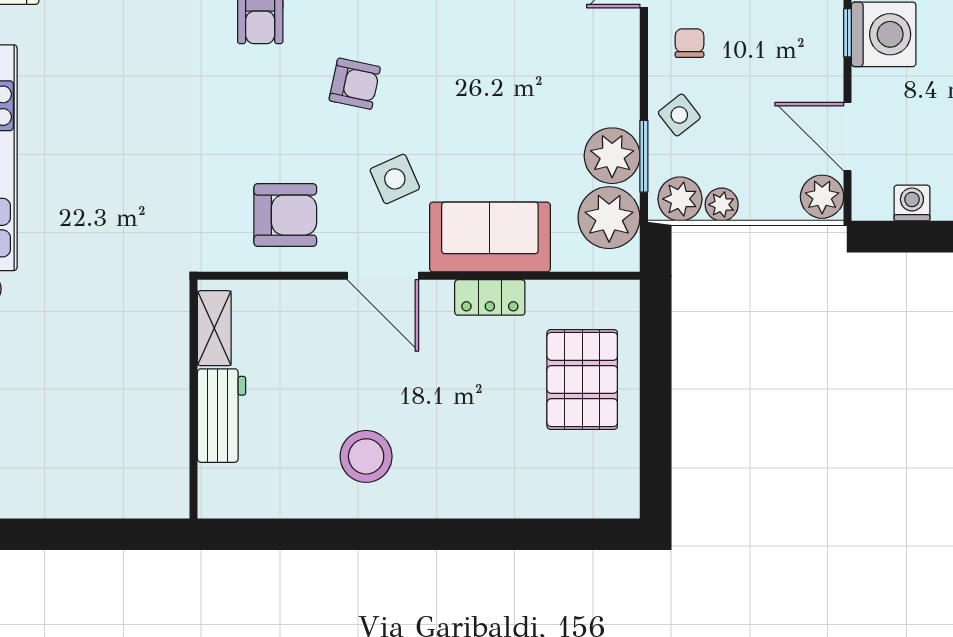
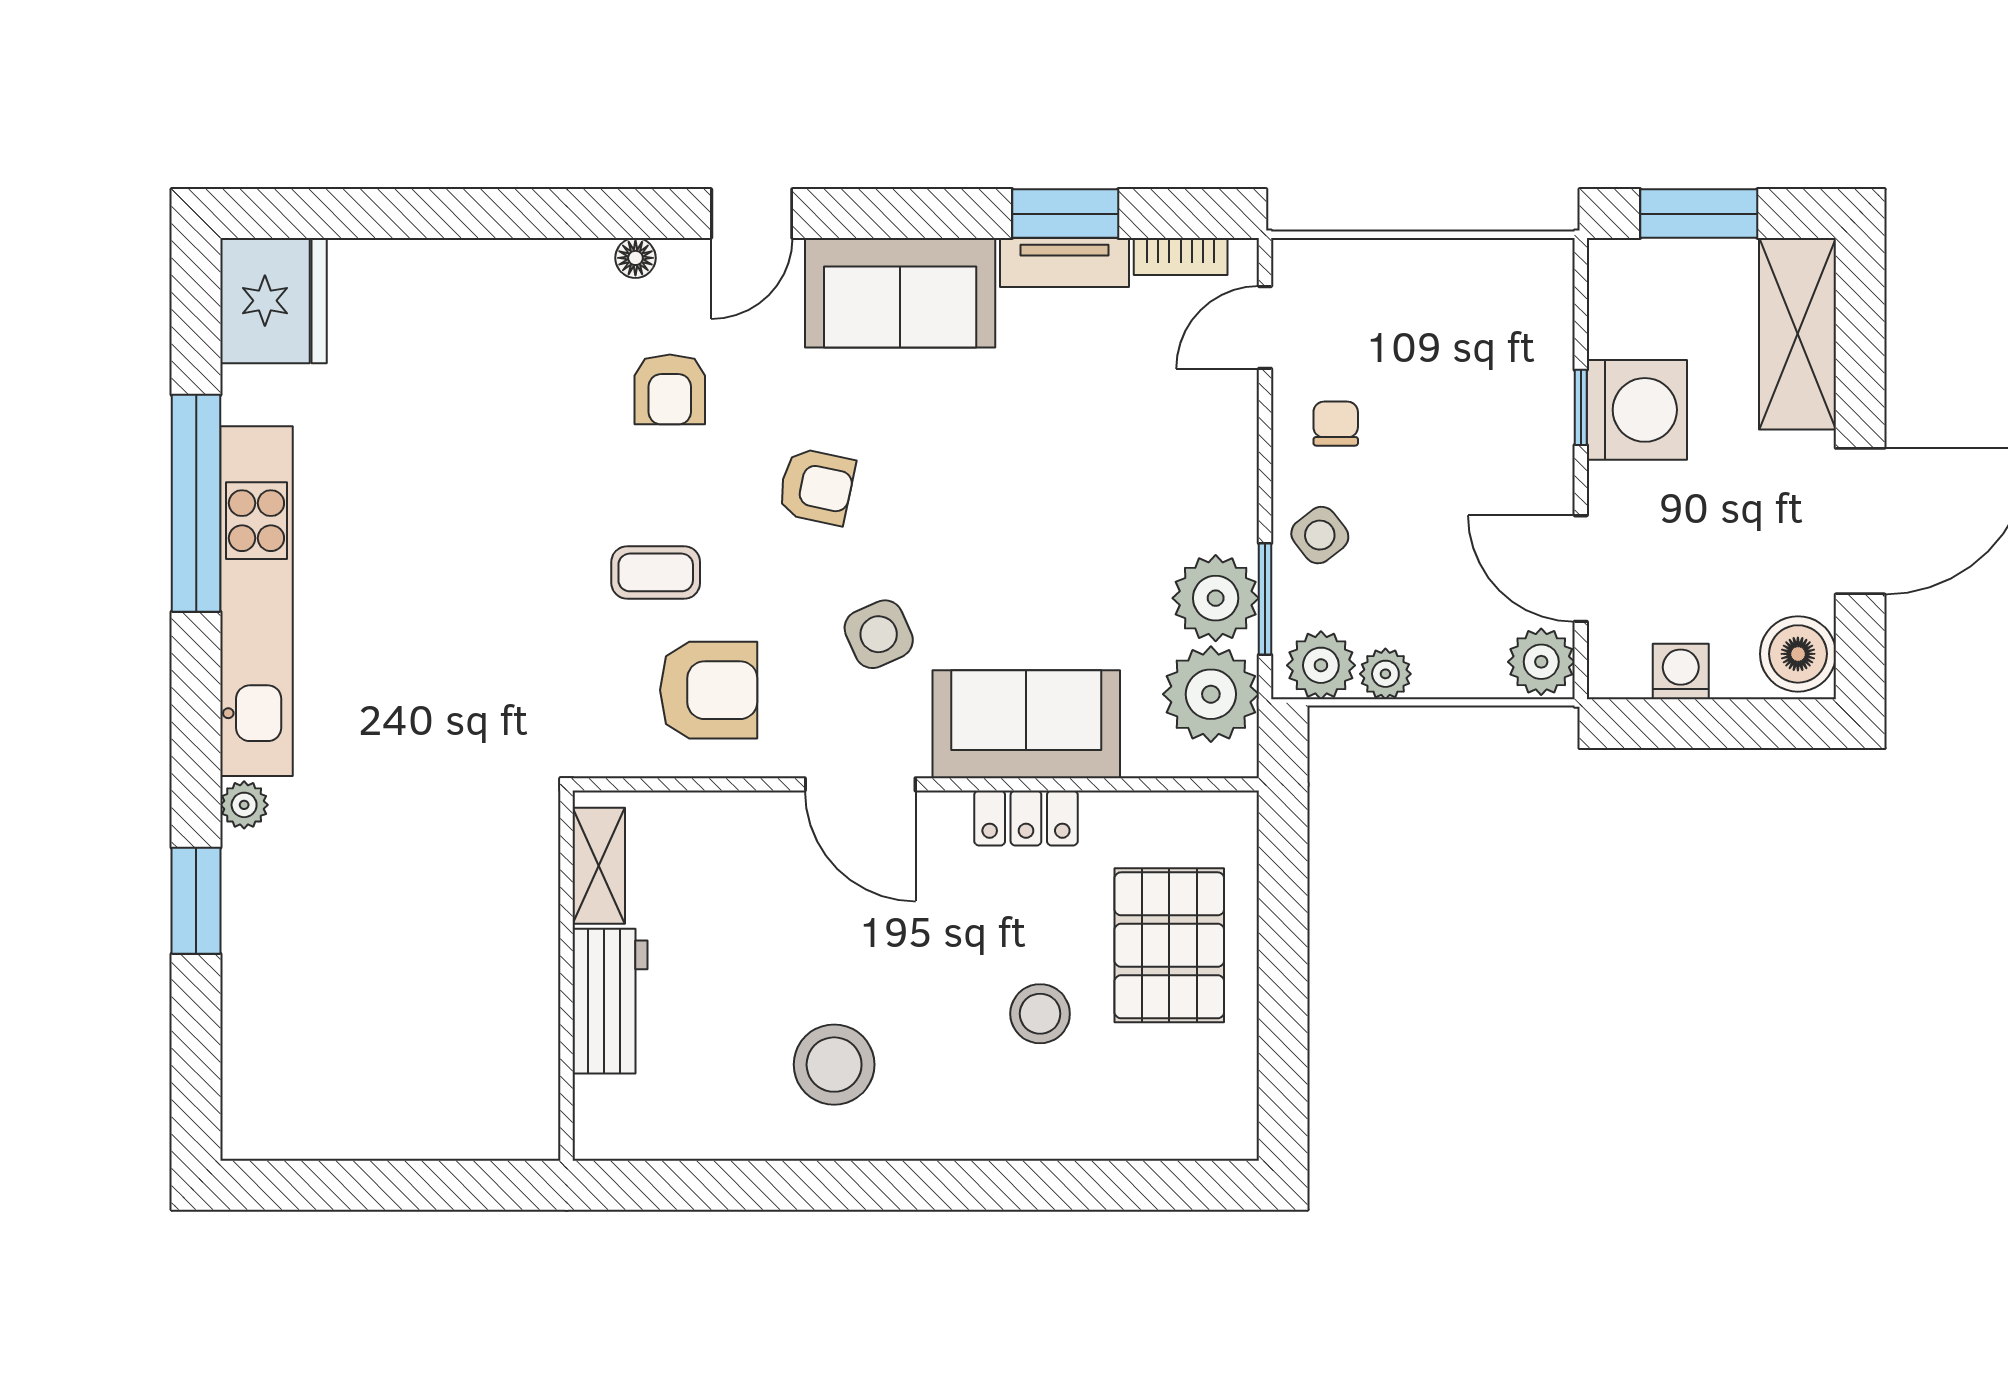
coffee table: (251, 139) -> (656, 572), added
stool: (499, 424) -> (1040, 1014), added

